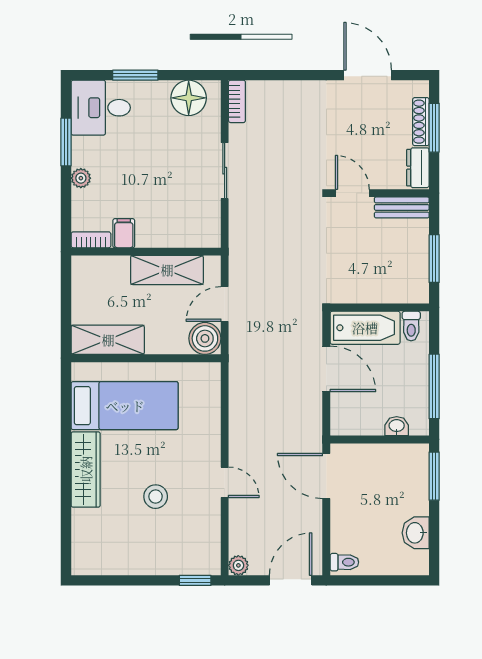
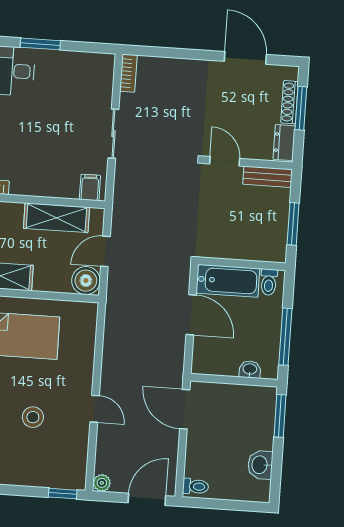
floor lamp: (189, 98) -> (86, 67), removed
filing cabinet: (124, 233) -> (90, 187), moved

